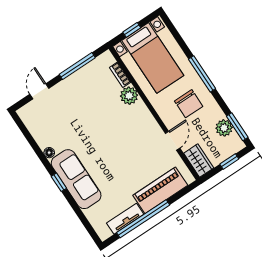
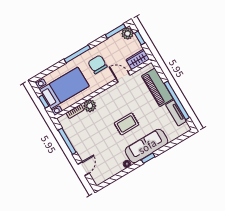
door: (39, 91) -> (84, 169), swing flipped
chair: (189, 104) -> (98, 64), turned -91
plant: (224, 128) -> (127, 34), moved
rug: (106, 149) -> (127, 124), added

